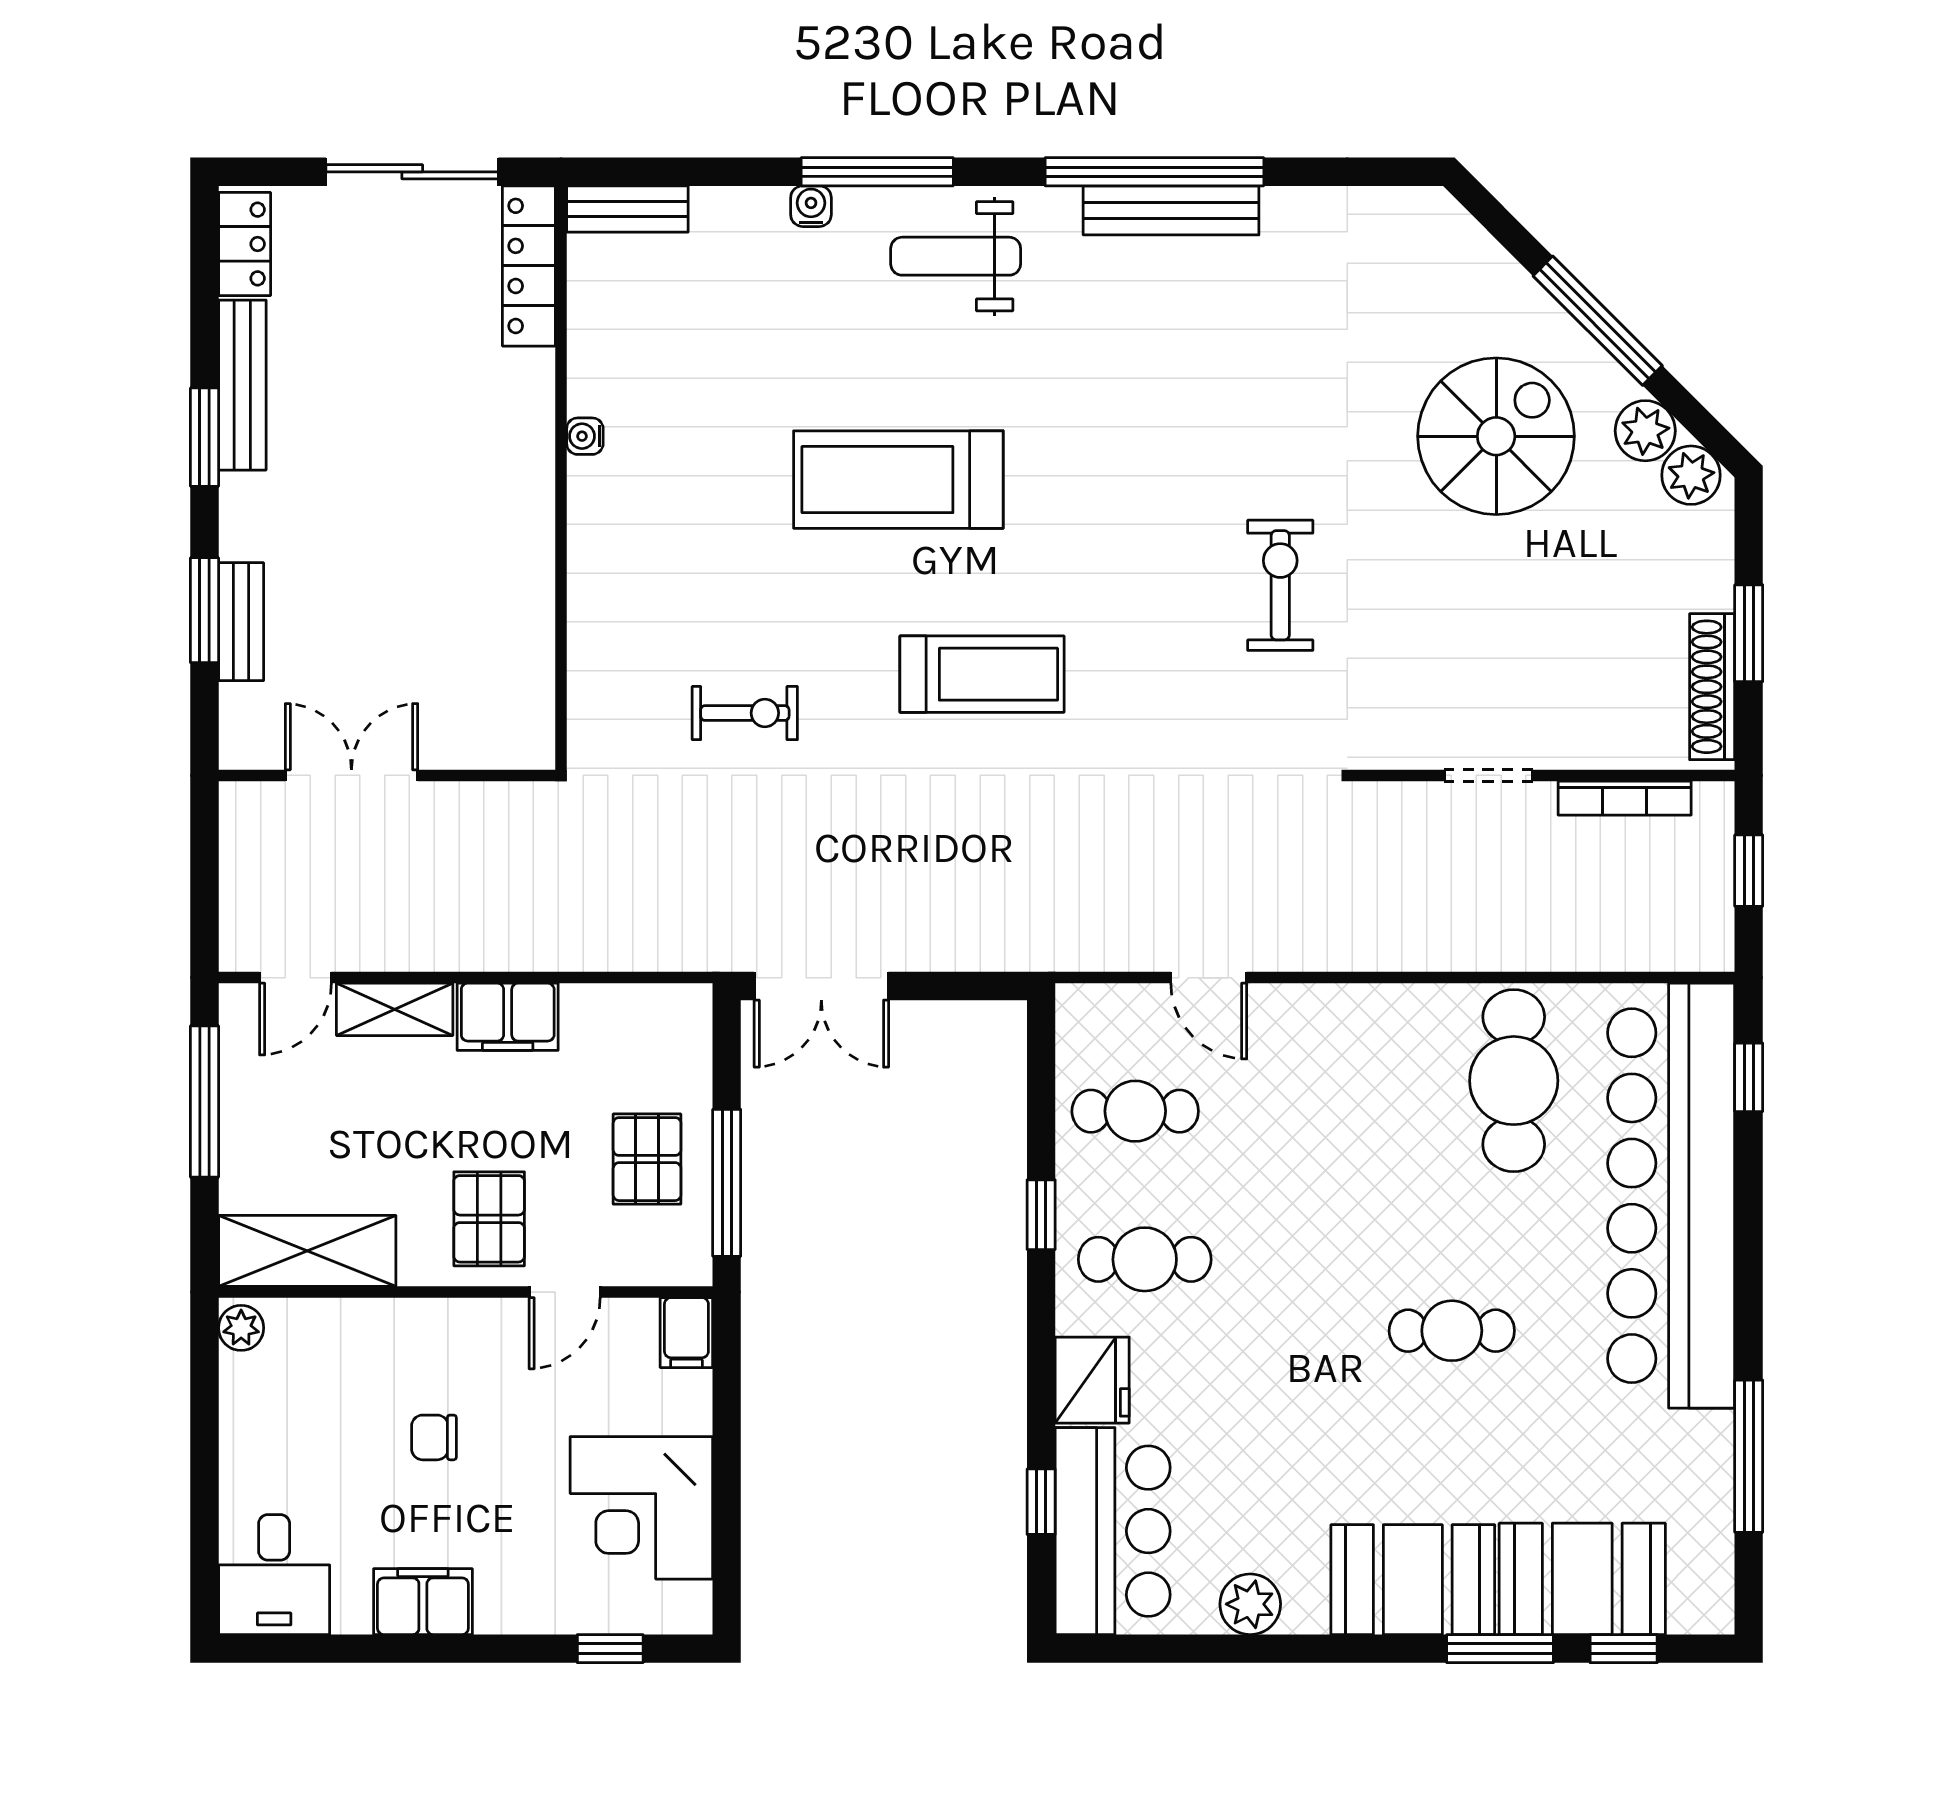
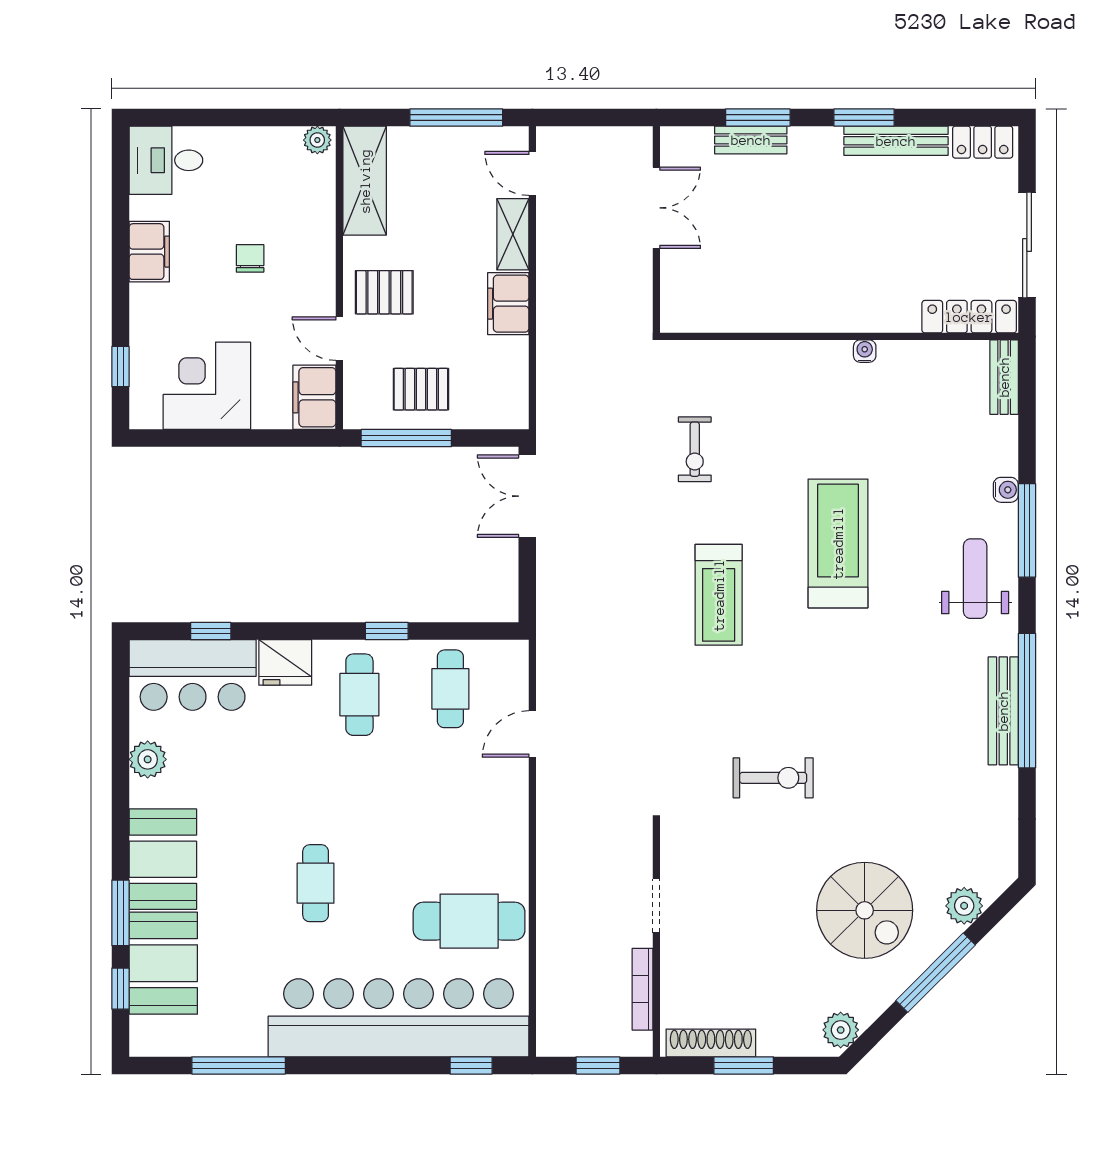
plant: (1645, 431) -> (964, 906), moved
filing cabinet: (686, 1333) -> (314, 397), width x2.00

